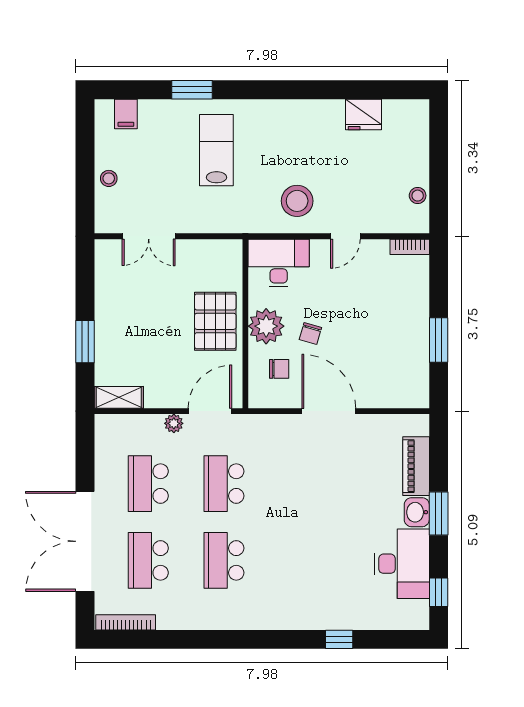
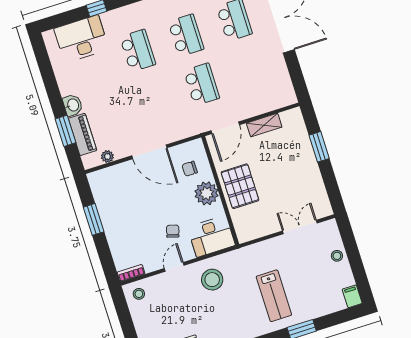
filing cabinet: (126, 114) -> (352, 296), moved
stool: (418, 196) -> (139, 294), moved
chair: (310, 334) -> (173, 231), moved
shelving: (119, 397) -> (264, 125), moved
plant: (174, 423) -> (107, 156), moved
school desk: (148, 484) -> (138, 51), moved
window: (439, 513) -> (66, 131), moved
desk: (402, 564) -> (81, 39), moved, turned 90
window: (439, 592) -> (43, 58), removed

